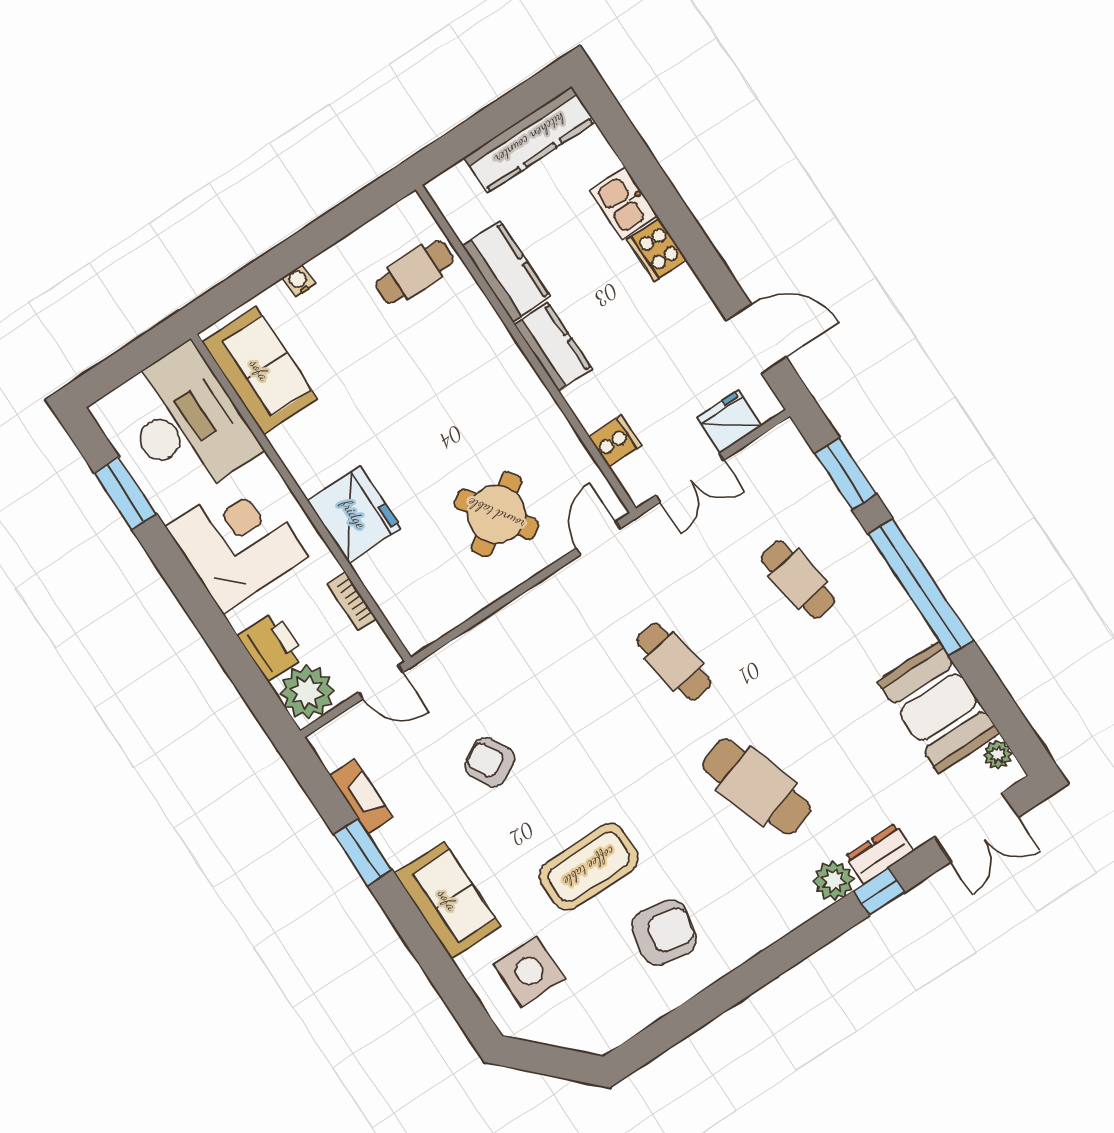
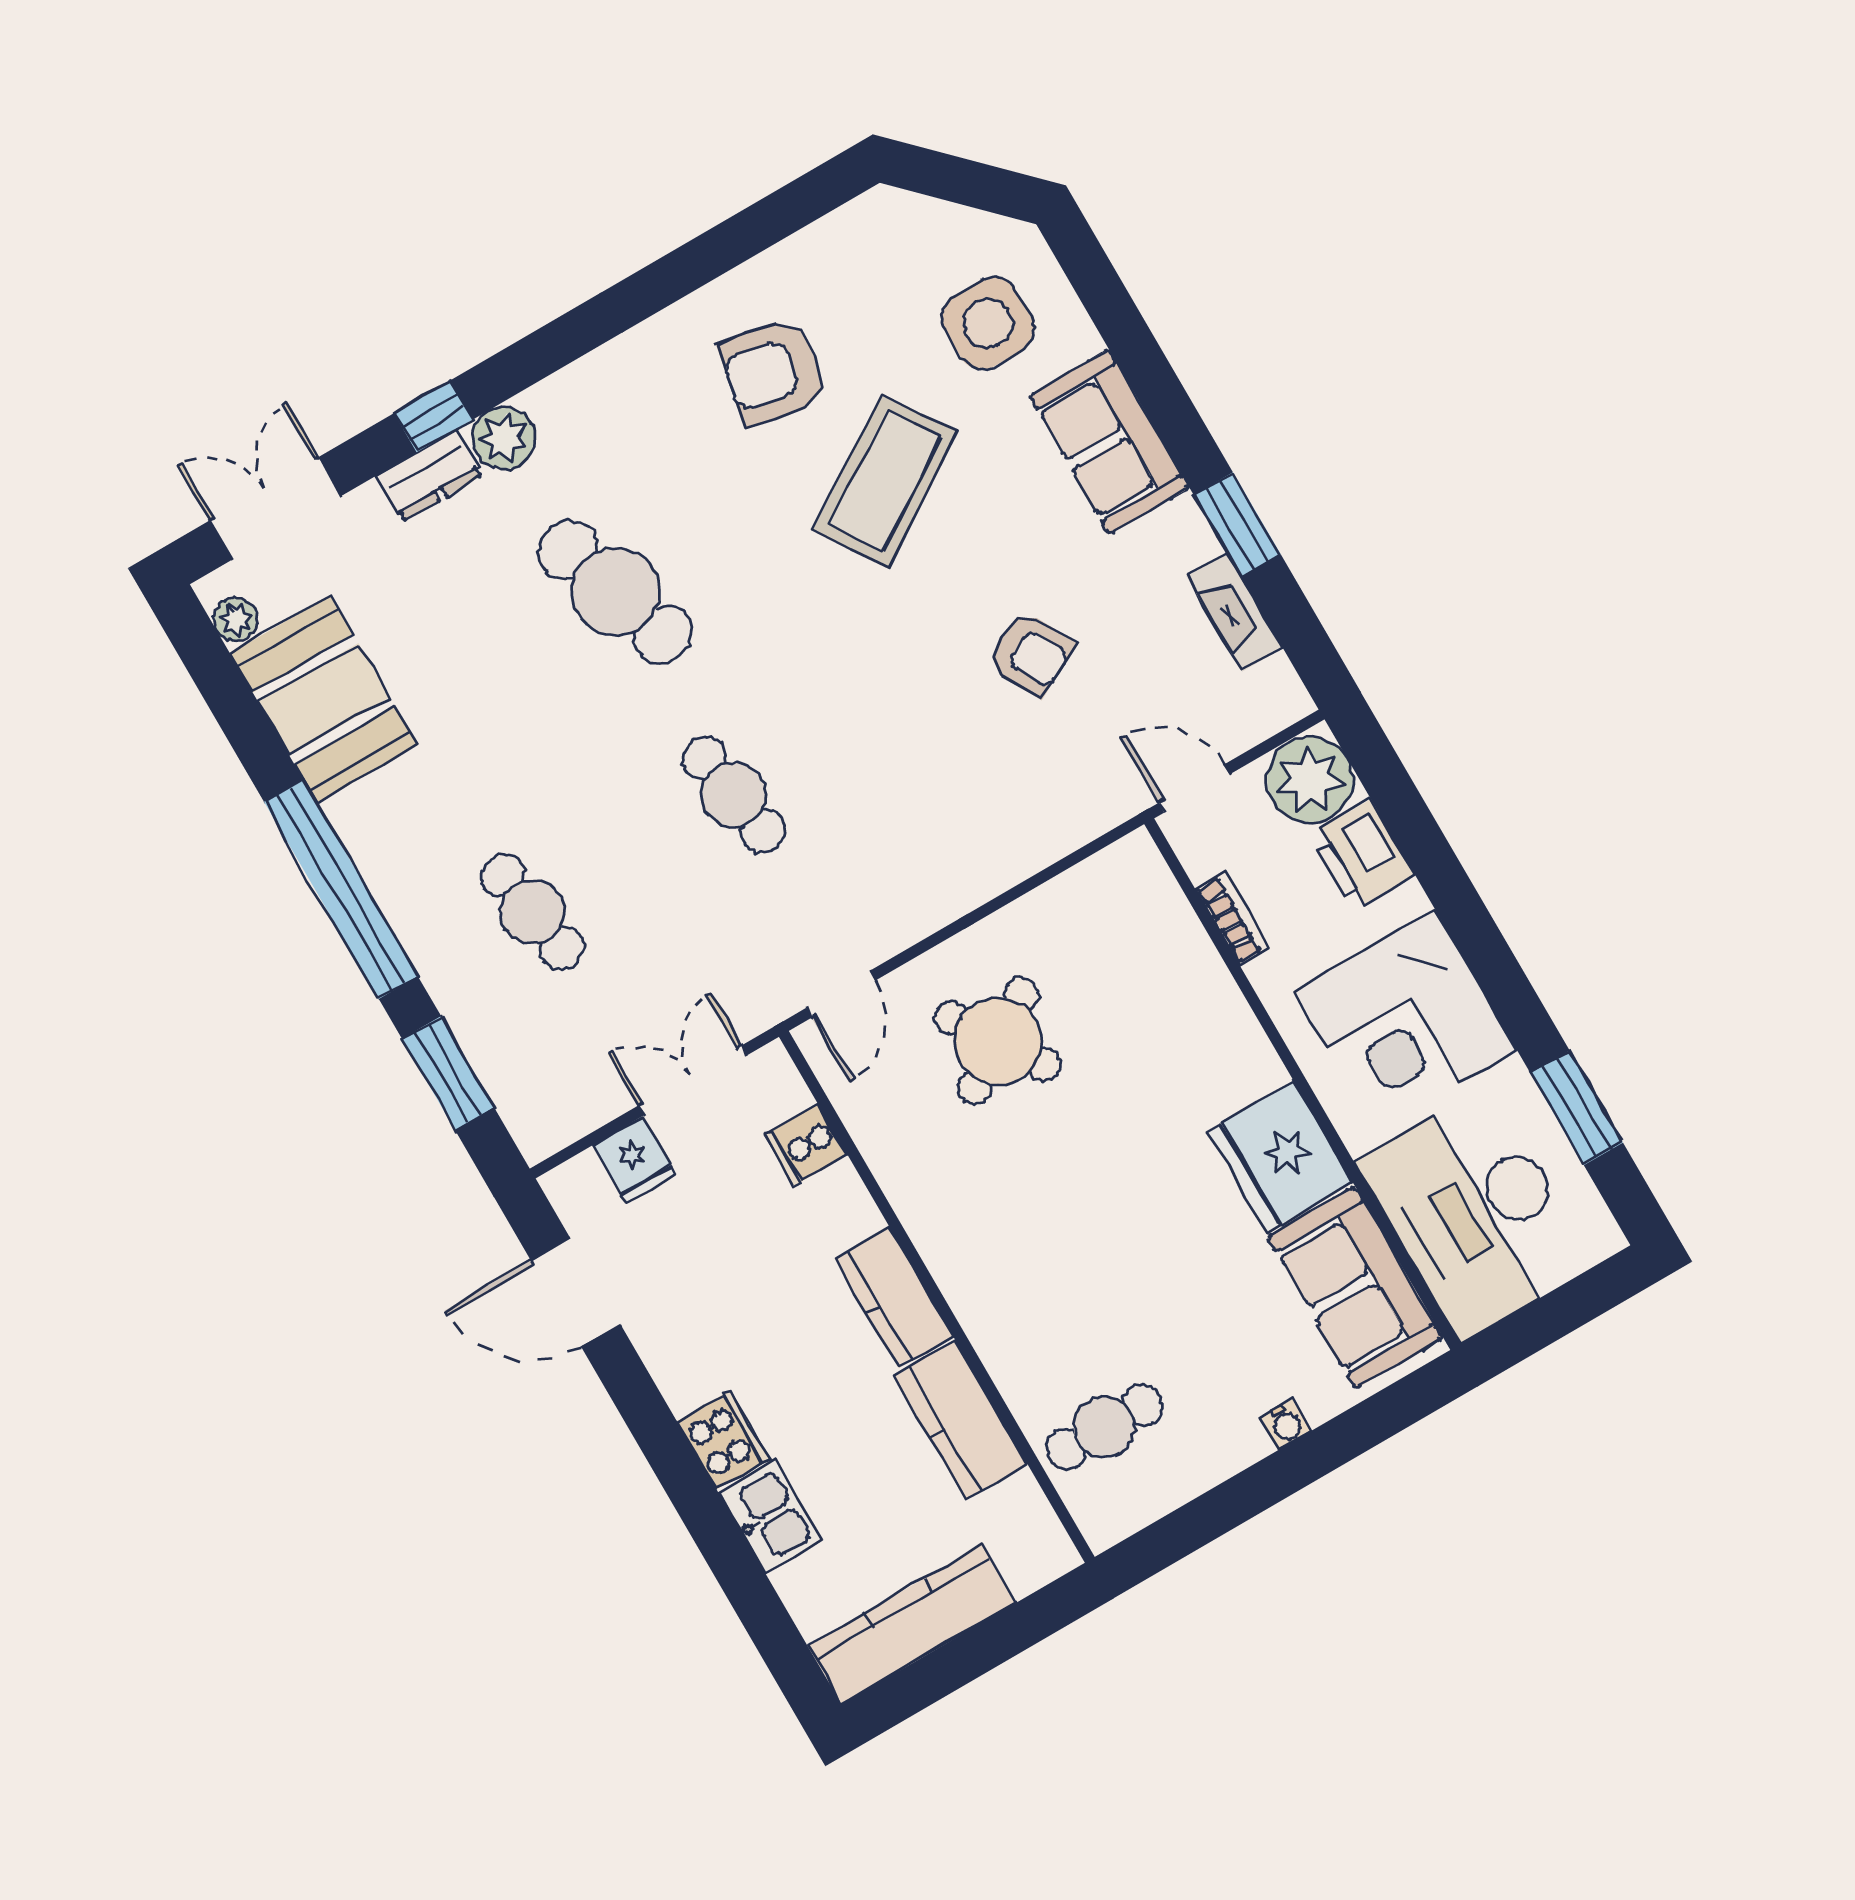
fridge: (729, 422) -> (635, 1160), width x0.72
fridge: (354, 514) -> (1280, 1157), moved
coffee table: (589, 867) -> (885, 481), turned -33

